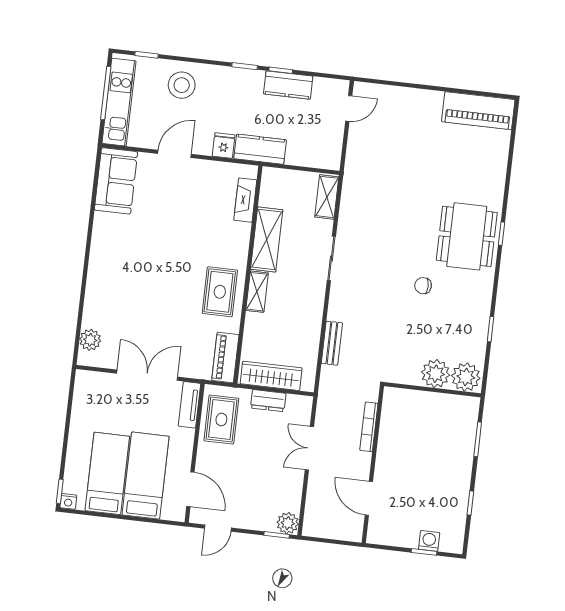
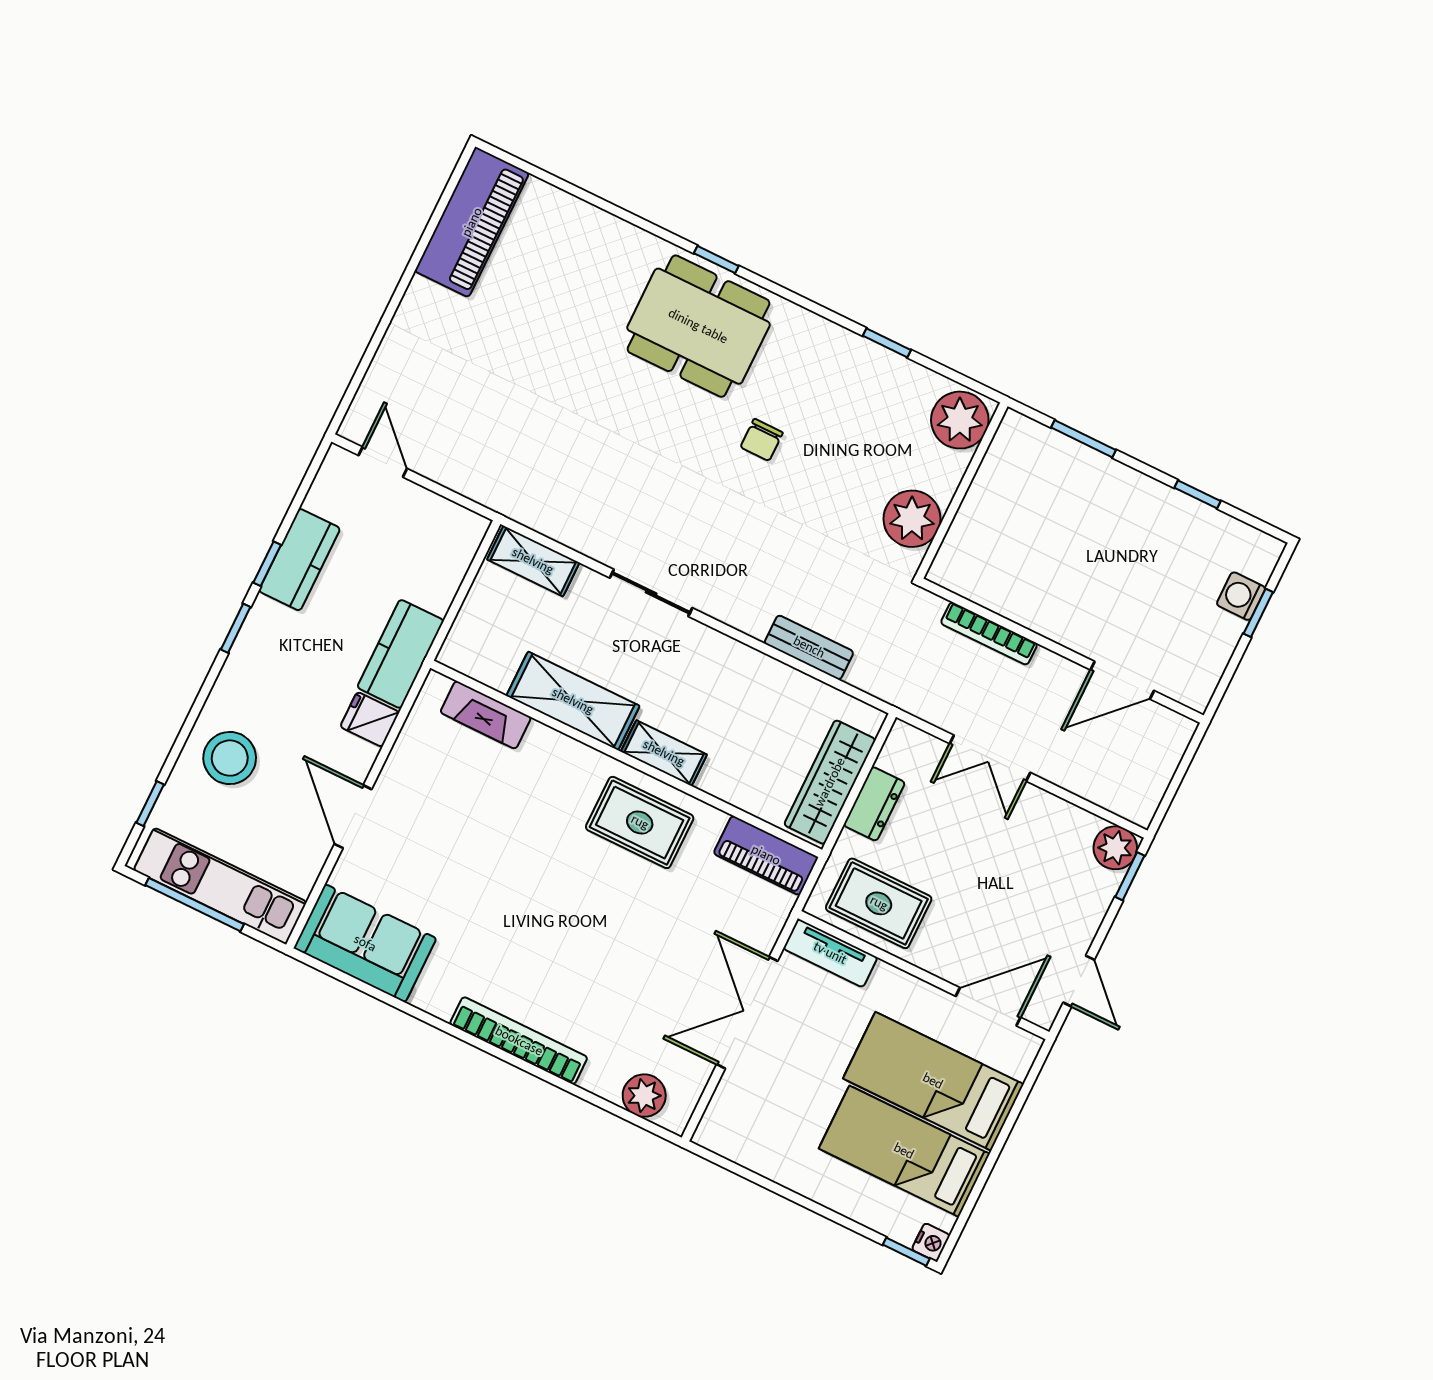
bookcase: (95, 271) -> (519, 1041), added
plant: (436, 374) -> (912, 519), moved

